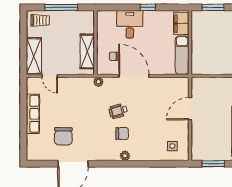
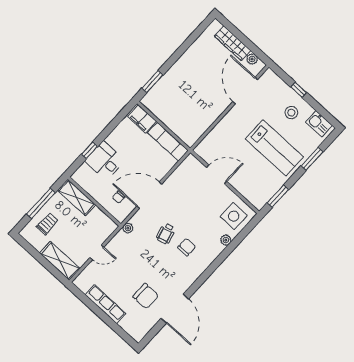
window: (148, 7) -> (89, 150), moved
trolley: (40, 20) -> (47, 224), moved
shelving: (87, 51) -> (77, 197), moved
door: (50, 76) -> (97, 252), moved
door: (190, 109) -> (217, 174), swing flipped
side table: (172, 146) -> (234, 216), width x1.87, depth x1.87
plant: (125, 156) -> (226, 240), moved

